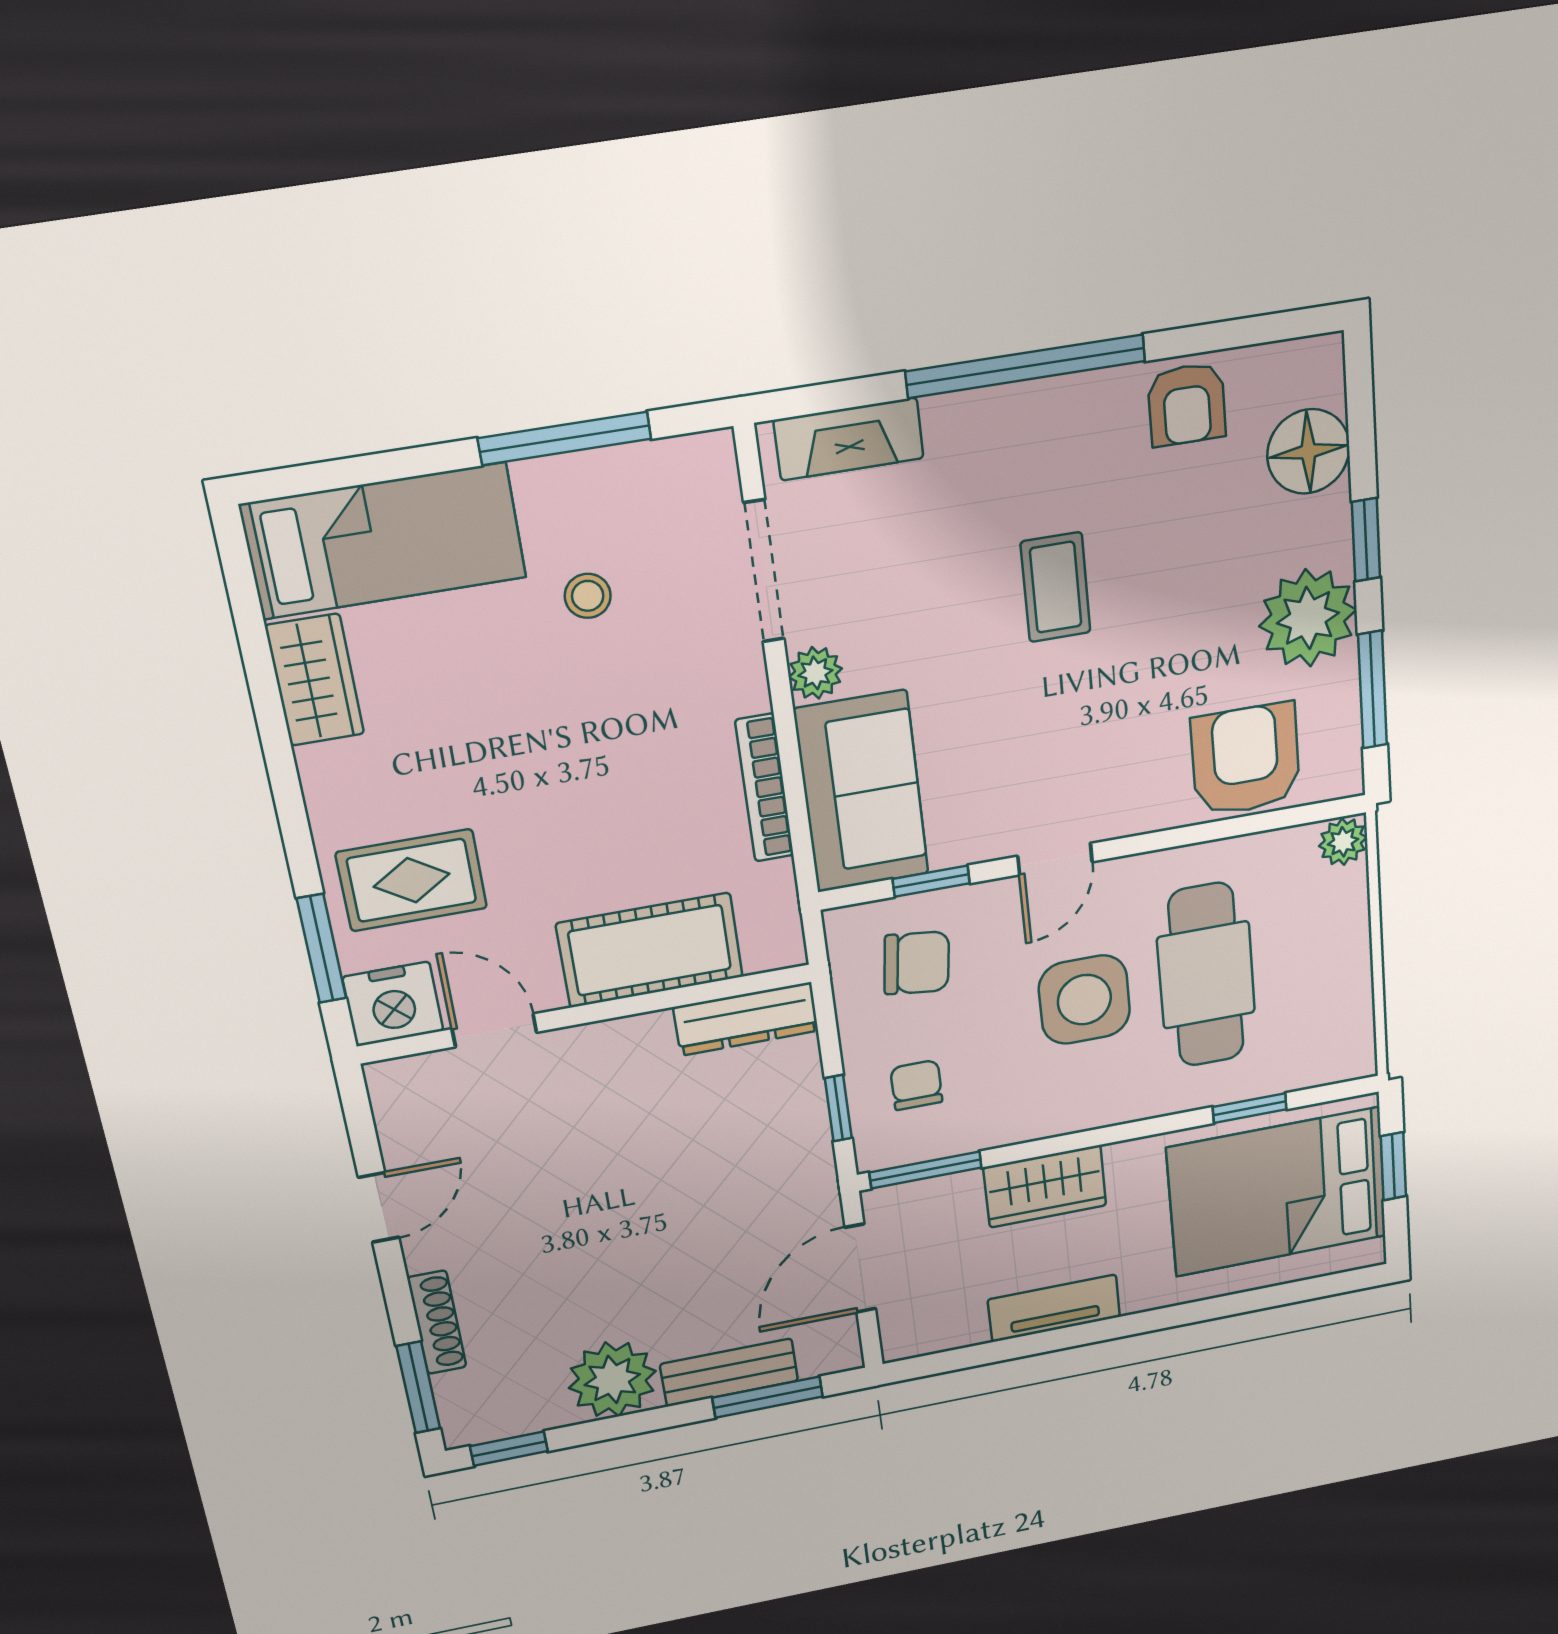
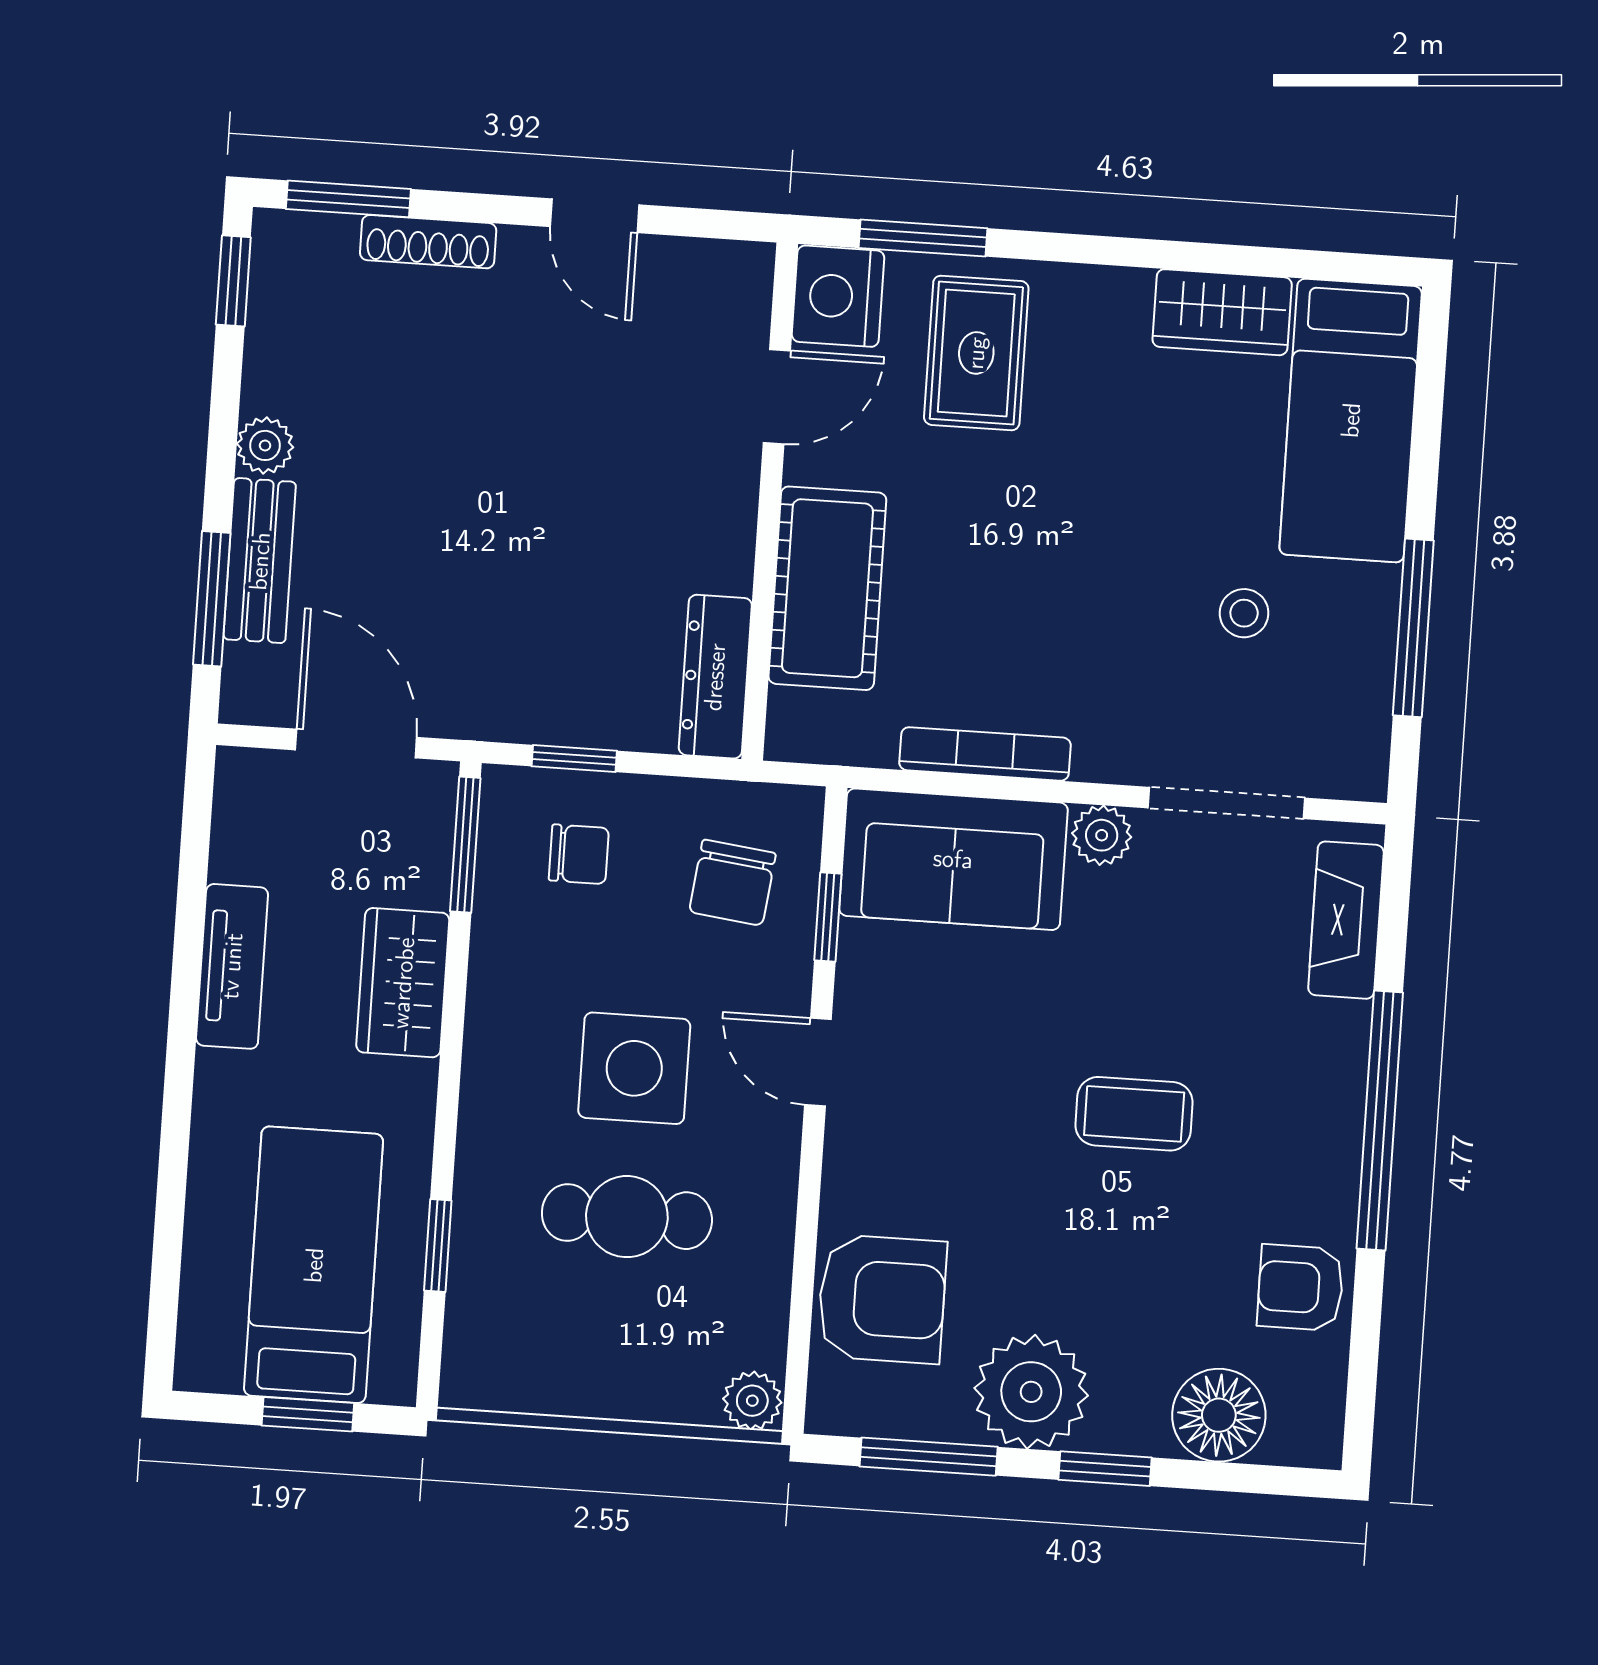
cafe table: (1206, 975) -> (627, 1217), width x0.73, depth x0.74
bed: (1277, 1192) -> (314, 1265), width x0.67
plant: (612, 1380) -> (265, 445), width x0.53, depth x0.53

